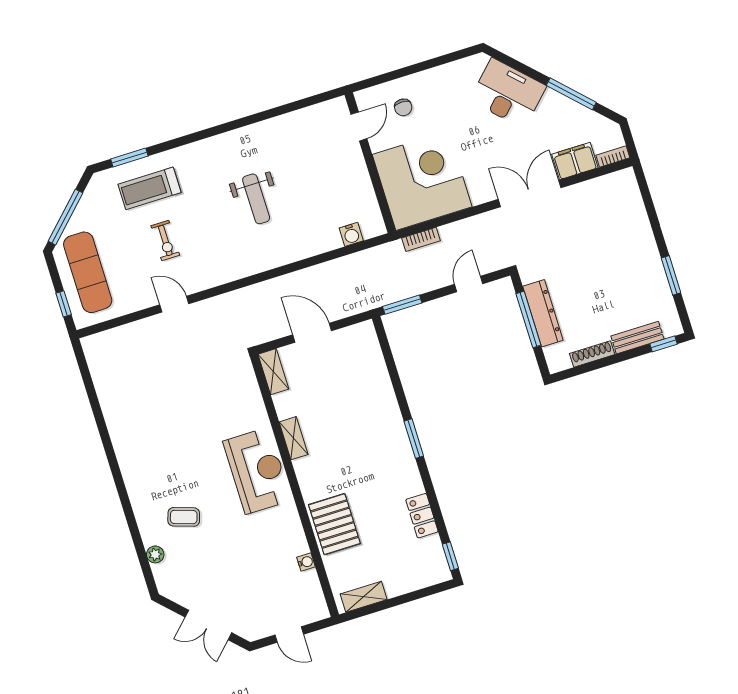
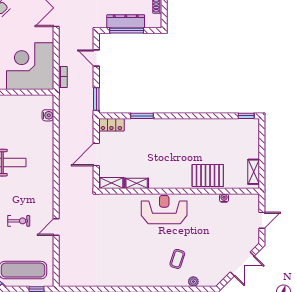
shelving: (294, 438) -> (137, 183), moved
window: (414, 439) -> (142, 116), moved
locker: (422, 516) -> (111, 125), moved

